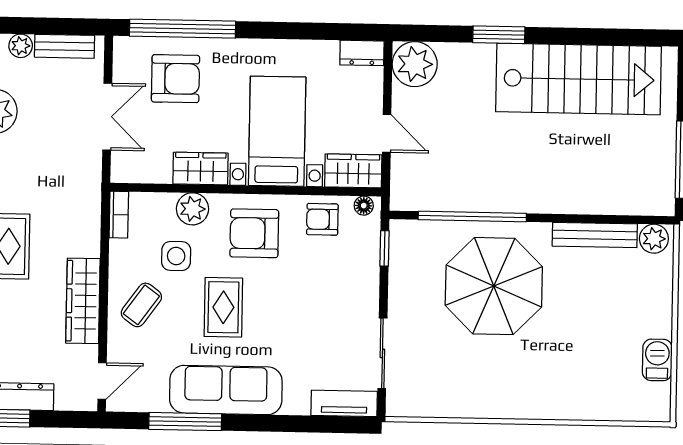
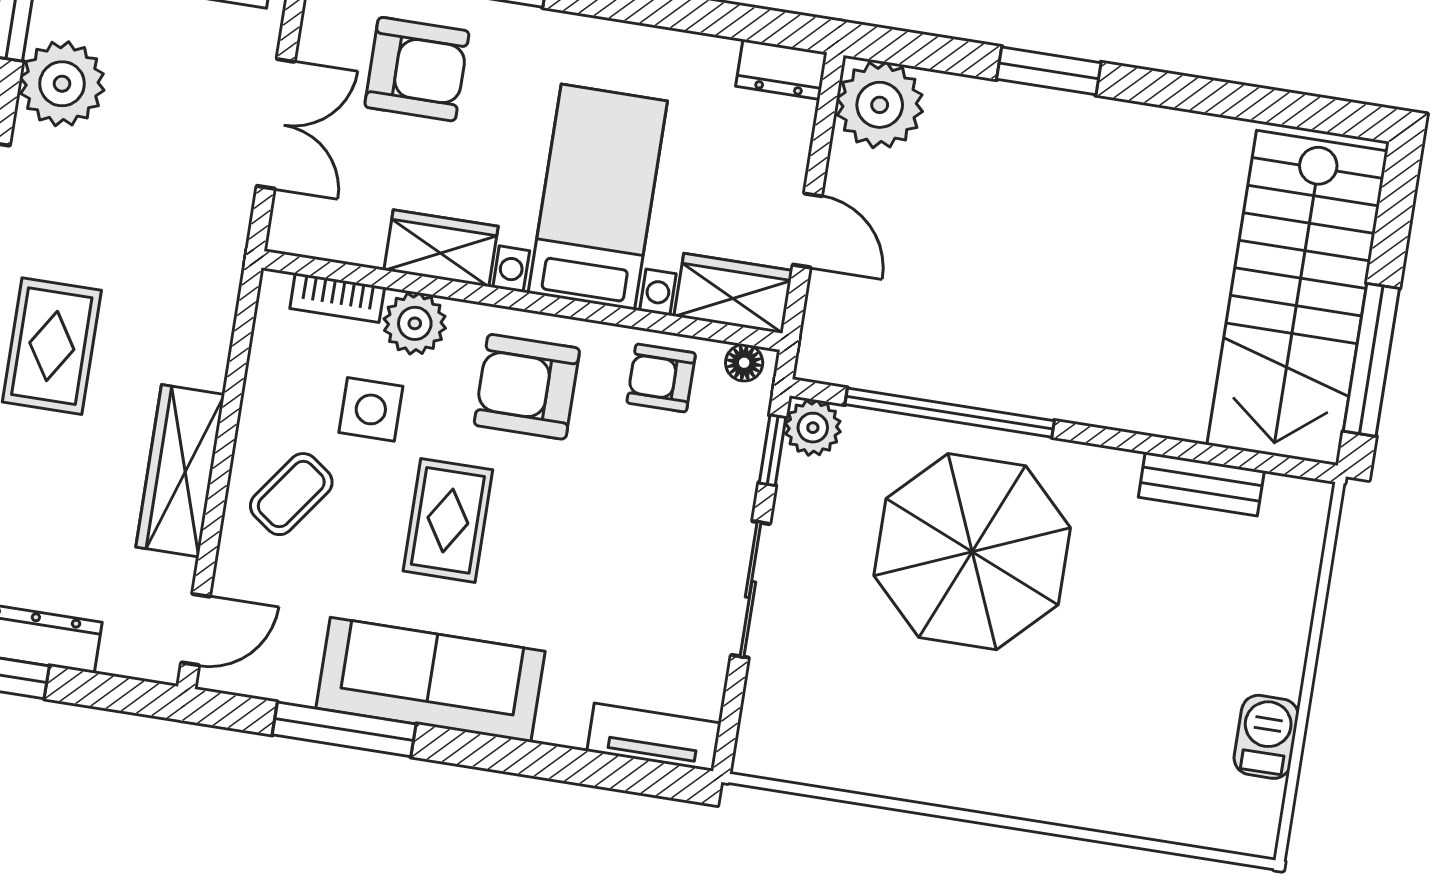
stairs: (578, 79) -> (1297, 298), moved, turned 90
bookcase: (119, 215) -> (337, 298), moved, turned 90
bench: (595, 235) -> (1201, 484), width x0.73
plant: (654, 239) -> (813, 428), moved
sliding door: (382, 353) -> (750, 589), moved

